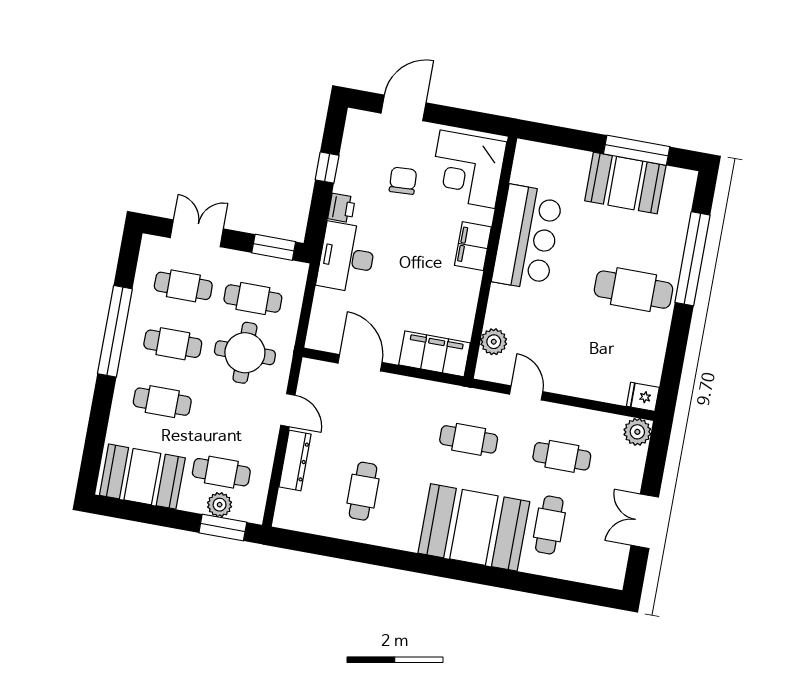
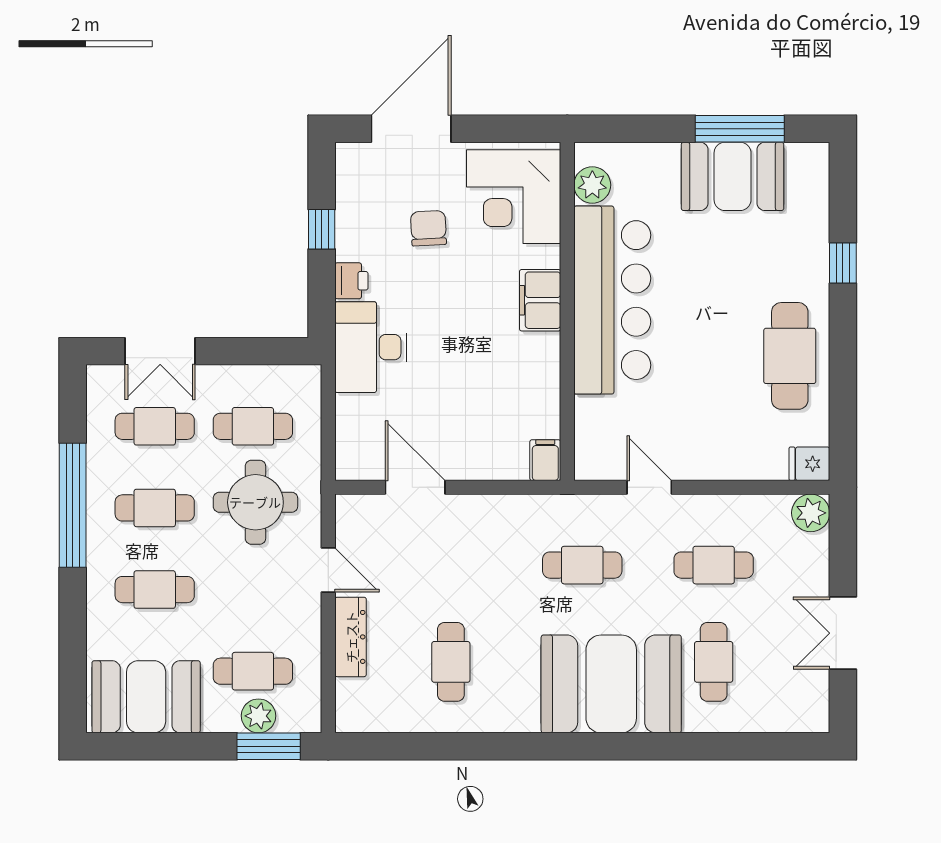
door: (403, 108) -> (411, 129), width x1.36
double door: (197, 233) -> (160, 351), swing flipped
bar counter: (527, 238) -> (612, 300), width x1.36
window: (274, 247) -> (269, 351), removed
window: (692, 259) -> (843, 263), width x0.32
cafe table: (634, 290) -> (790, 356), moved, turned 90
plant: (494, 342) -> (592, 185), moved
filing cabinet: (435, 354) -> (545, 460), width x0.33, depth x0.86

